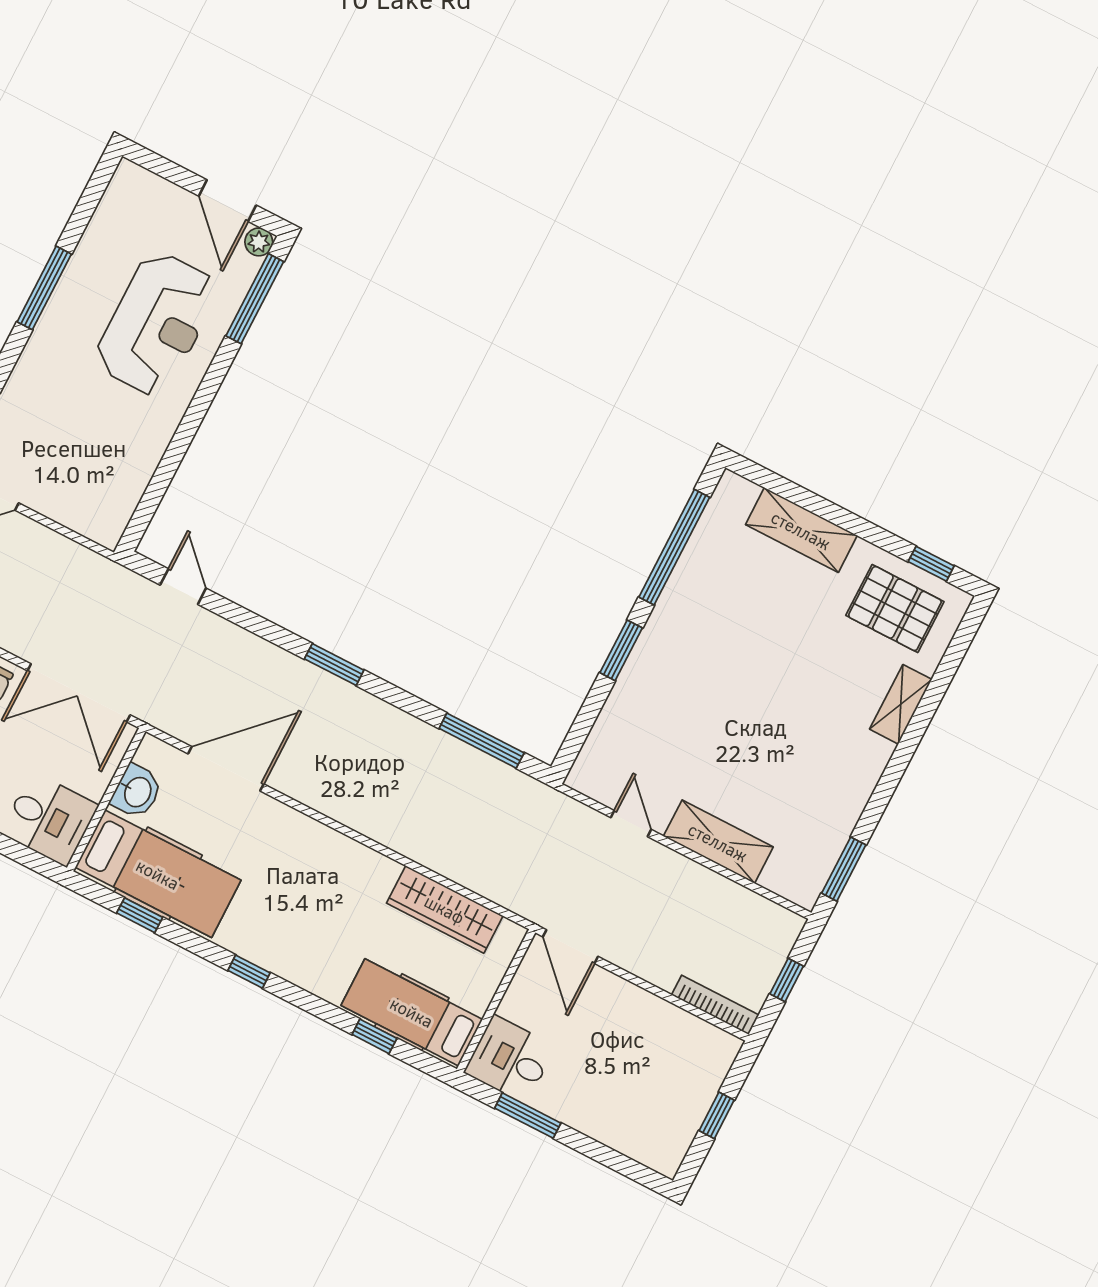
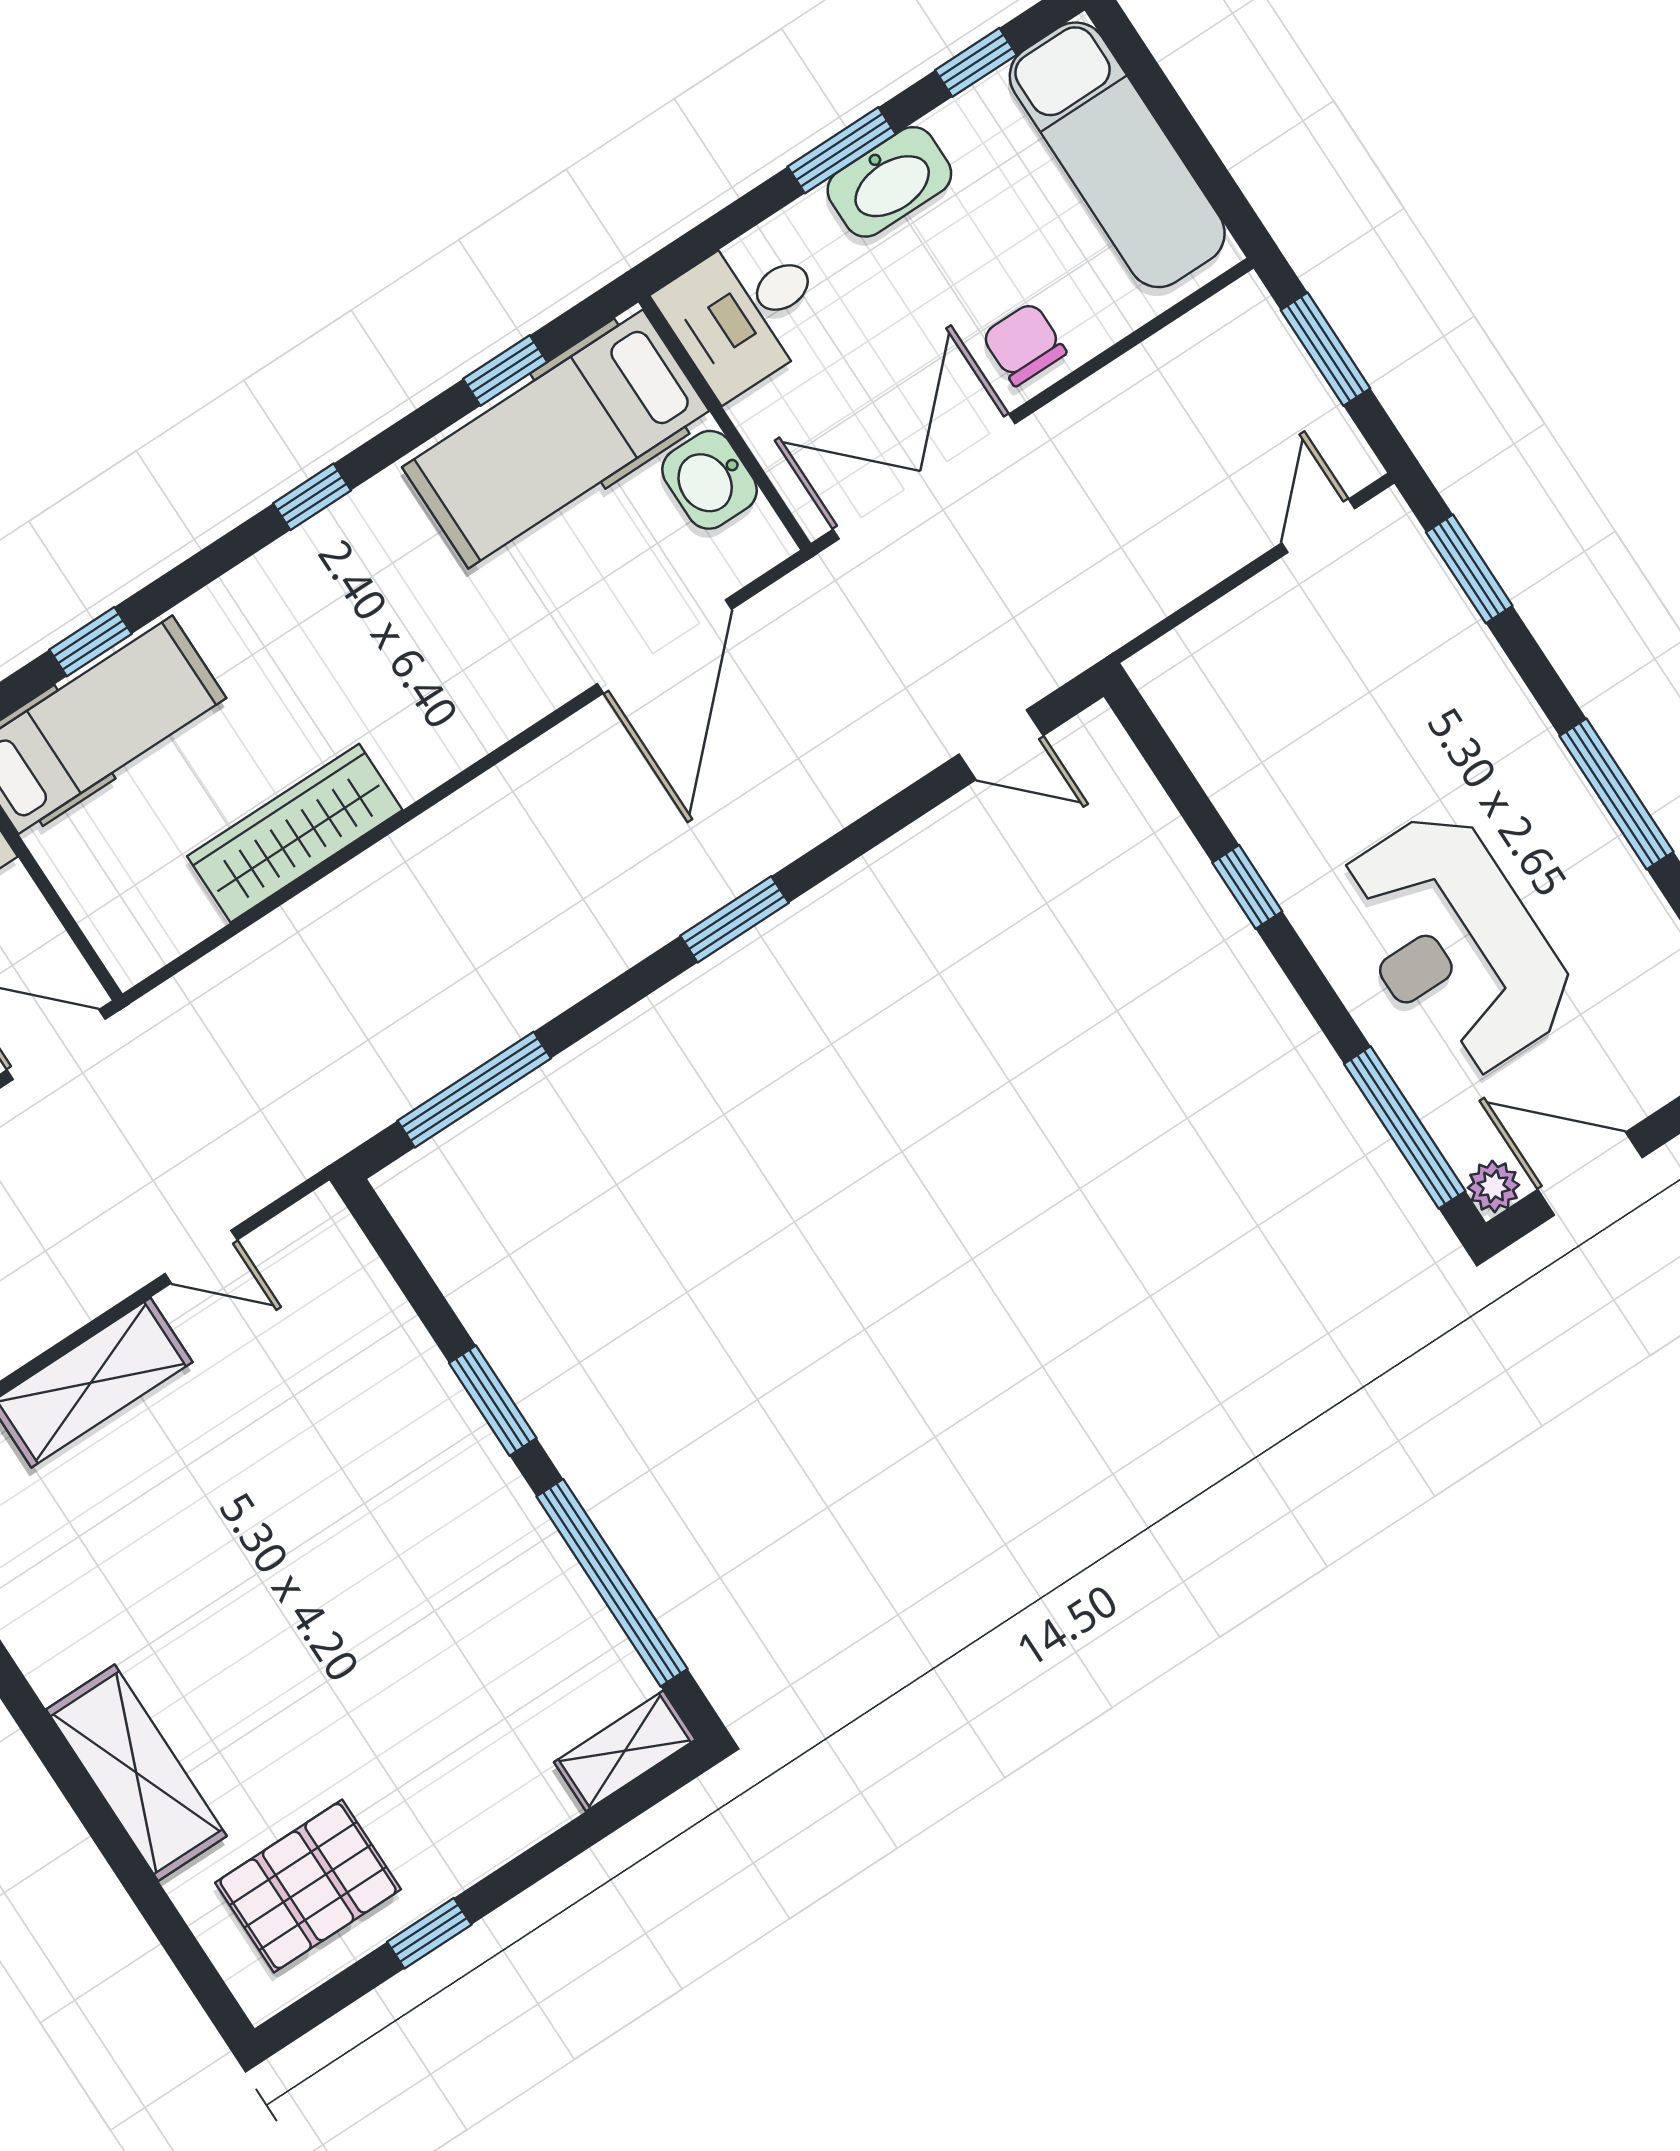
window: (184, 435) -> (1247, 887), added
shelving: (801, 530) -> (625, 1751), moved, width x0.67, depth x0.75
window: (931, 564) -> (429, 1933), moved
shelving: (901, 704) -> (136, 1773), width x1.50, depth x1.33
wardrobe: (445, 909) -> (295, 833), moved

